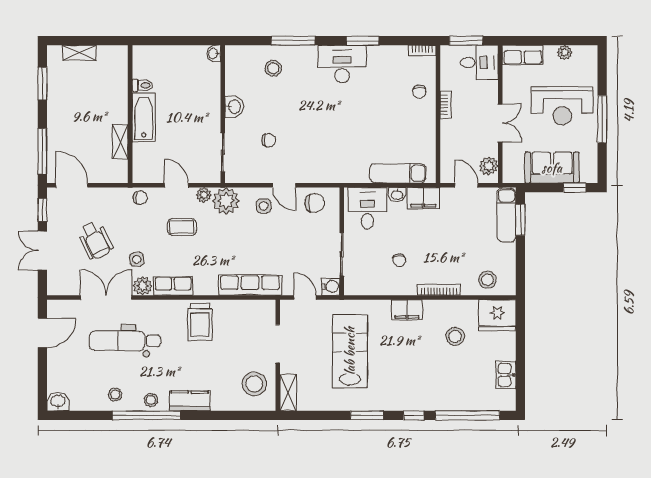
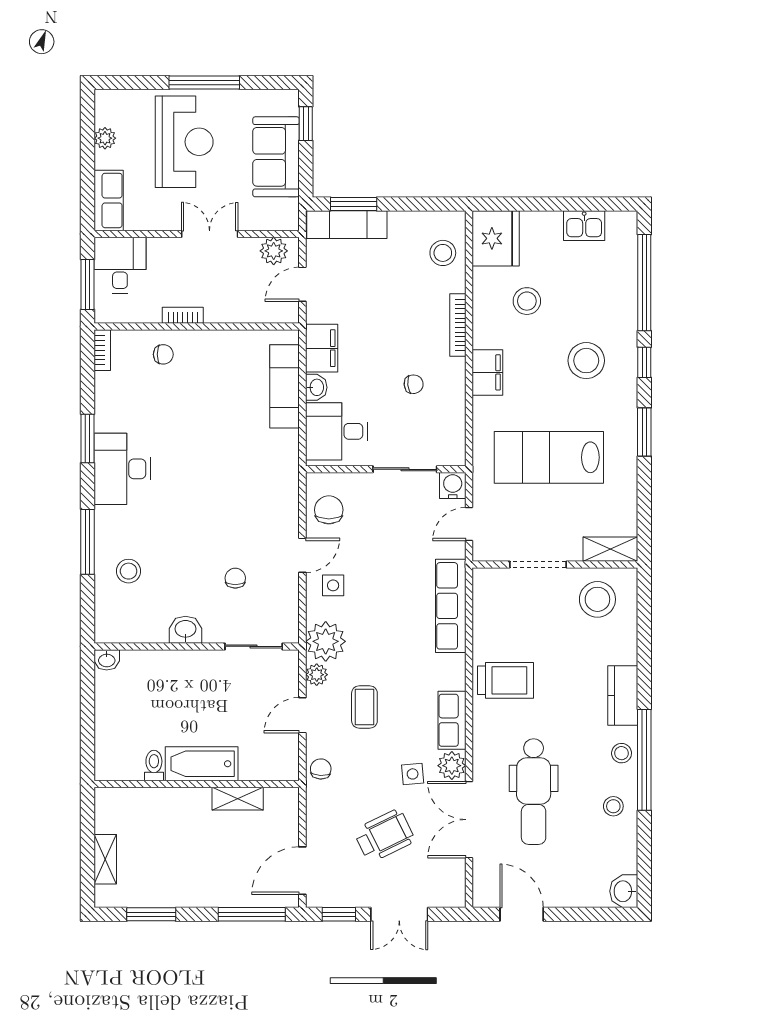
stool: (415, 376) -> (586, 361), added

